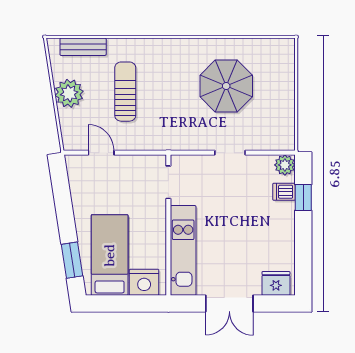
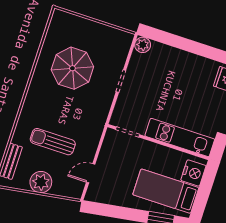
dishwasher: (284, 192) -> (162, 52), removed
window: (303, 198) -> (170, 39), removed

